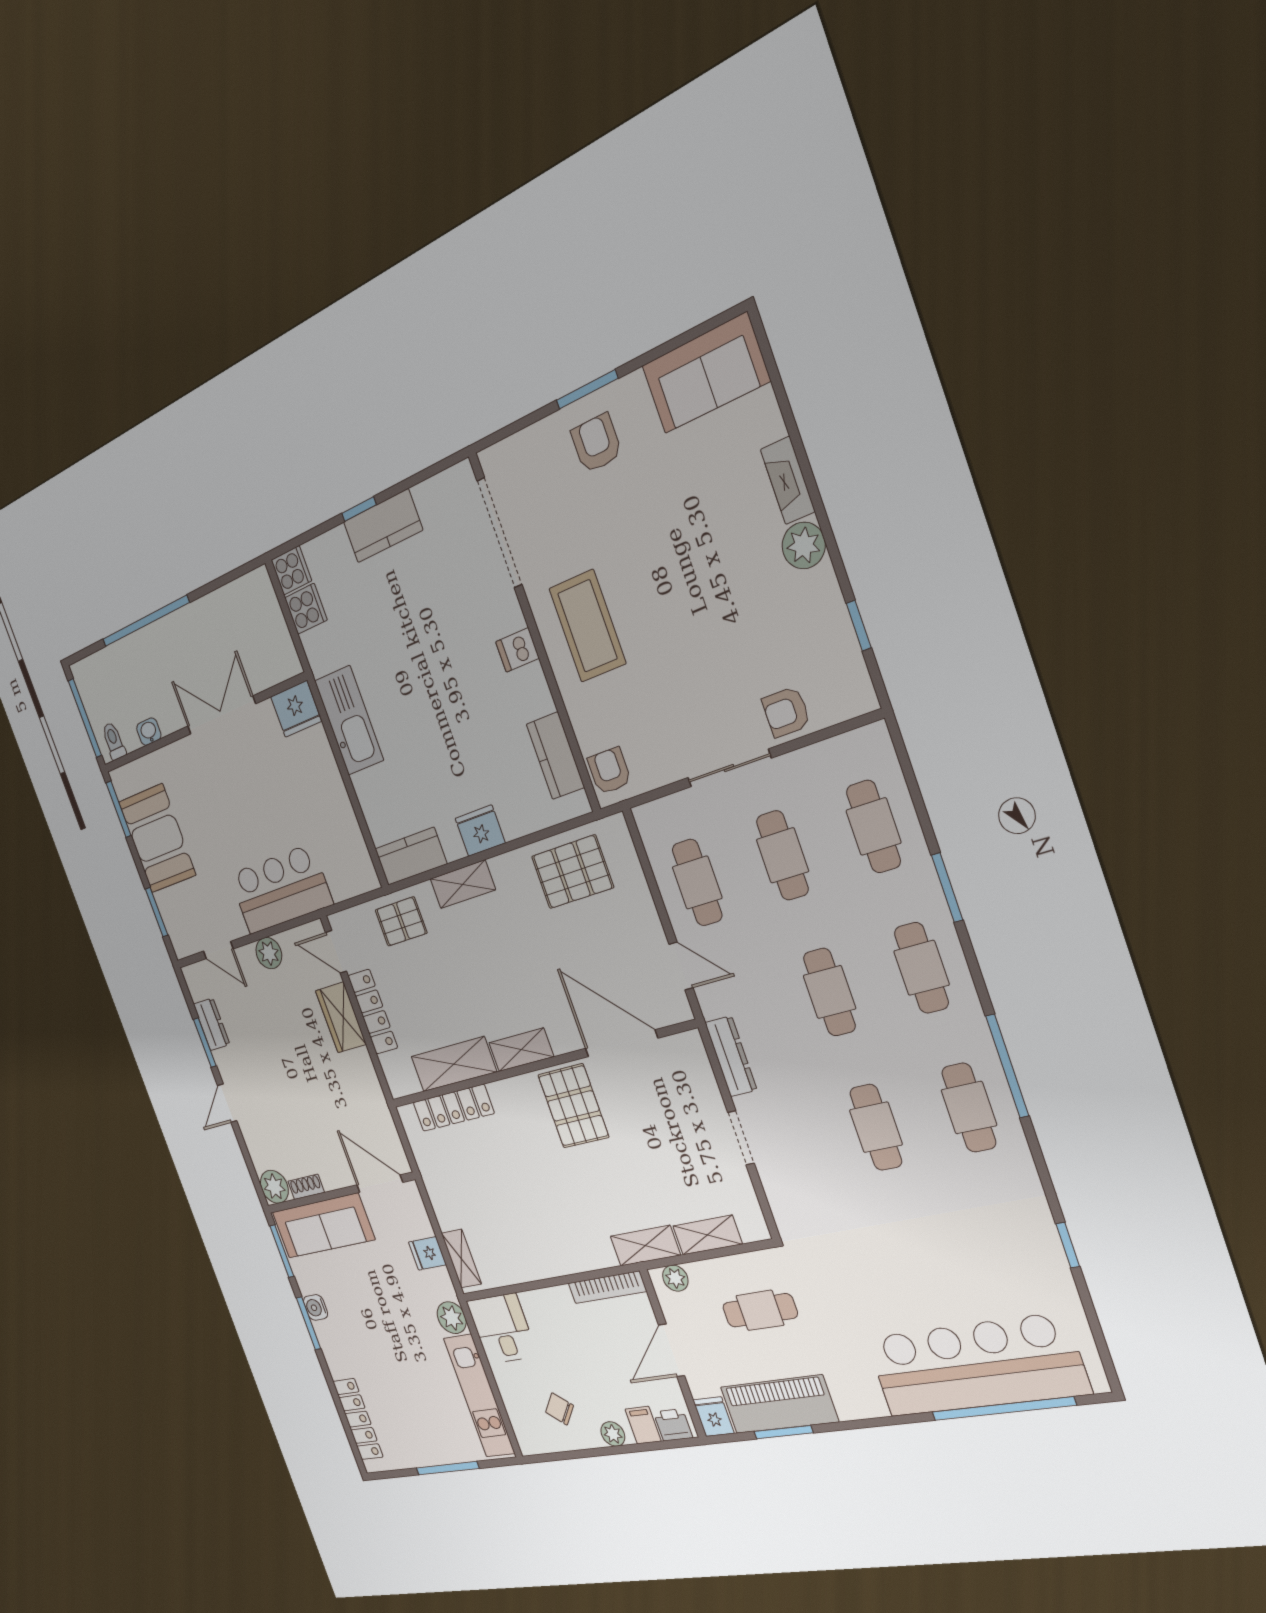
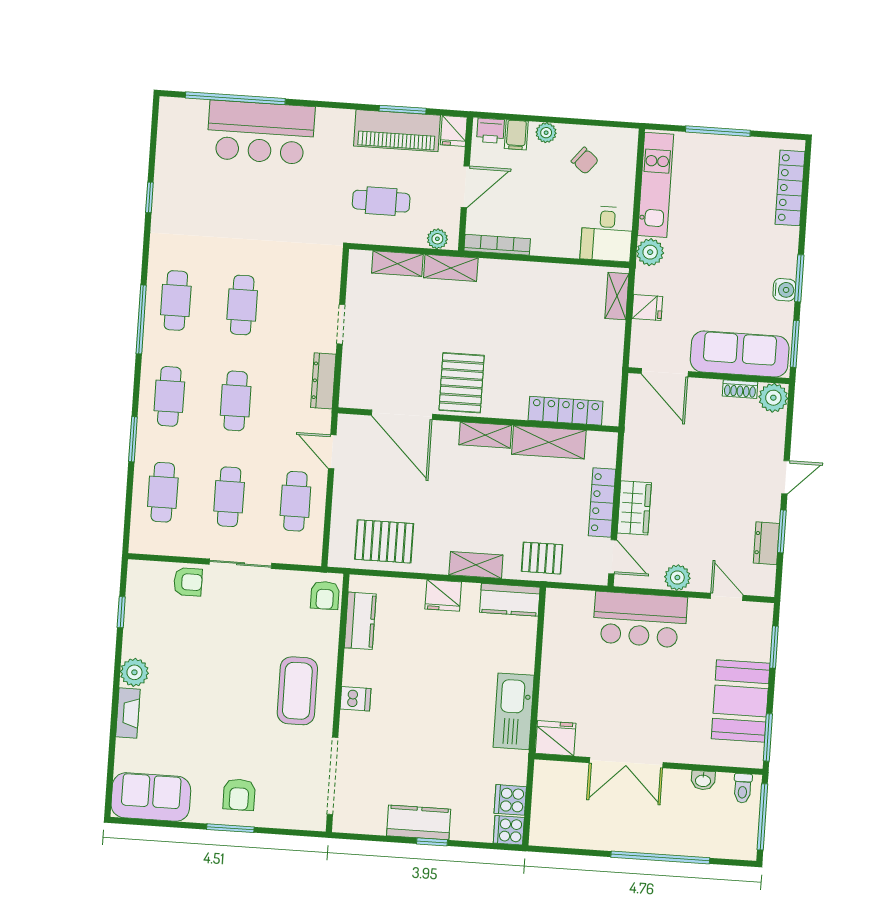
bar counter: (976, 1365) -> (261, 132), width x0.73

